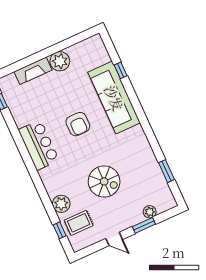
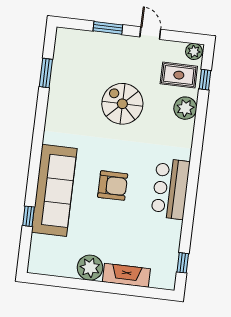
armchair: (78, 124) -> (113, 186), turned 90
plant: (150, 212) -> (194, 51), moved

